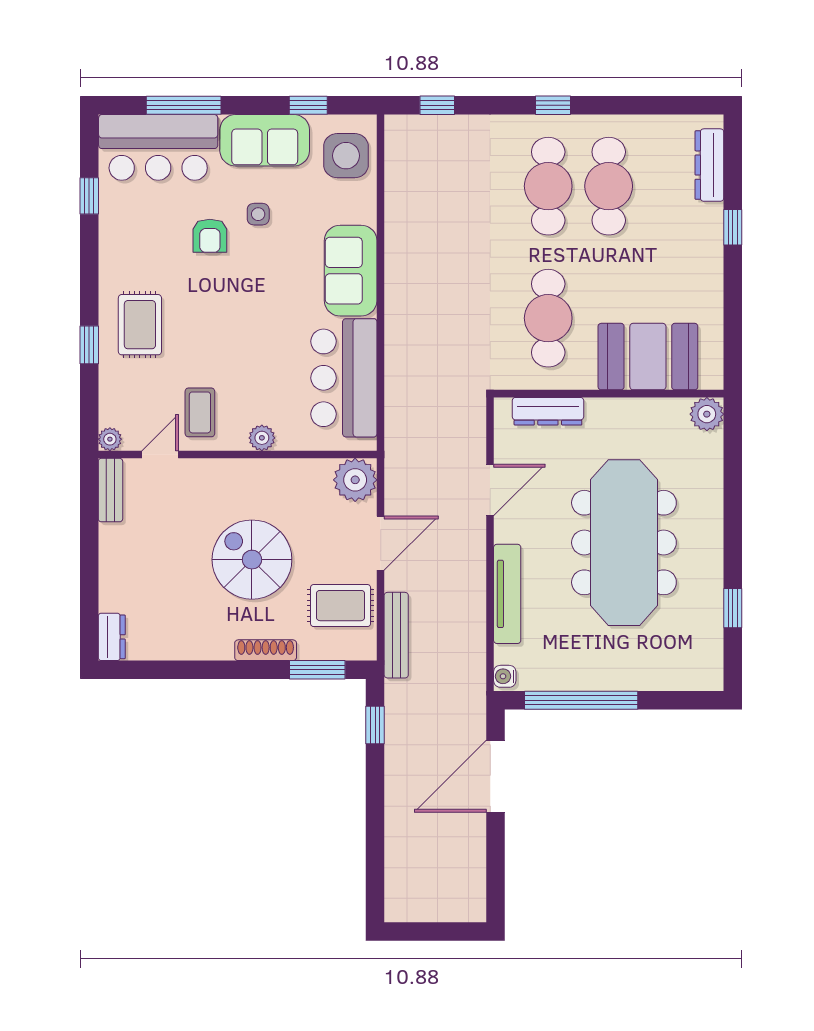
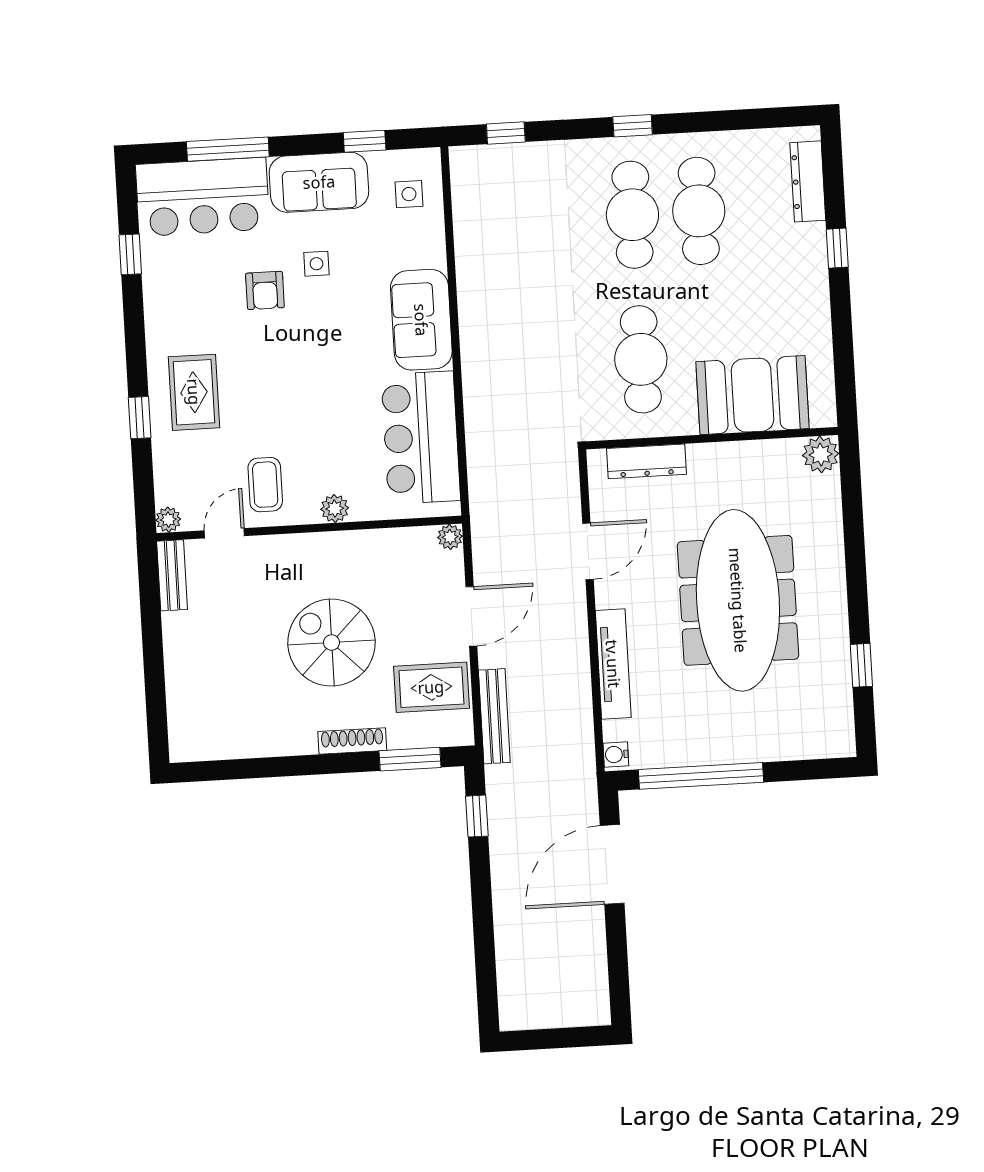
side table: (346, 156) -> (409, 194), width x0.54, depth x0.54
plant: (355, 480) -> (450, 537), width x0.53, depth x0.53
dresser: (112, 637) -> (183, 736), removed

